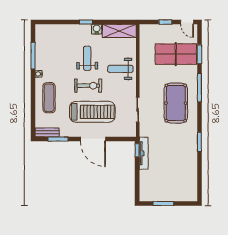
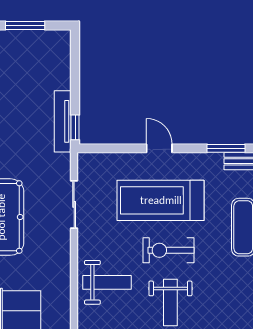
door: (93, 139) -> (159, 148), width x0.53

